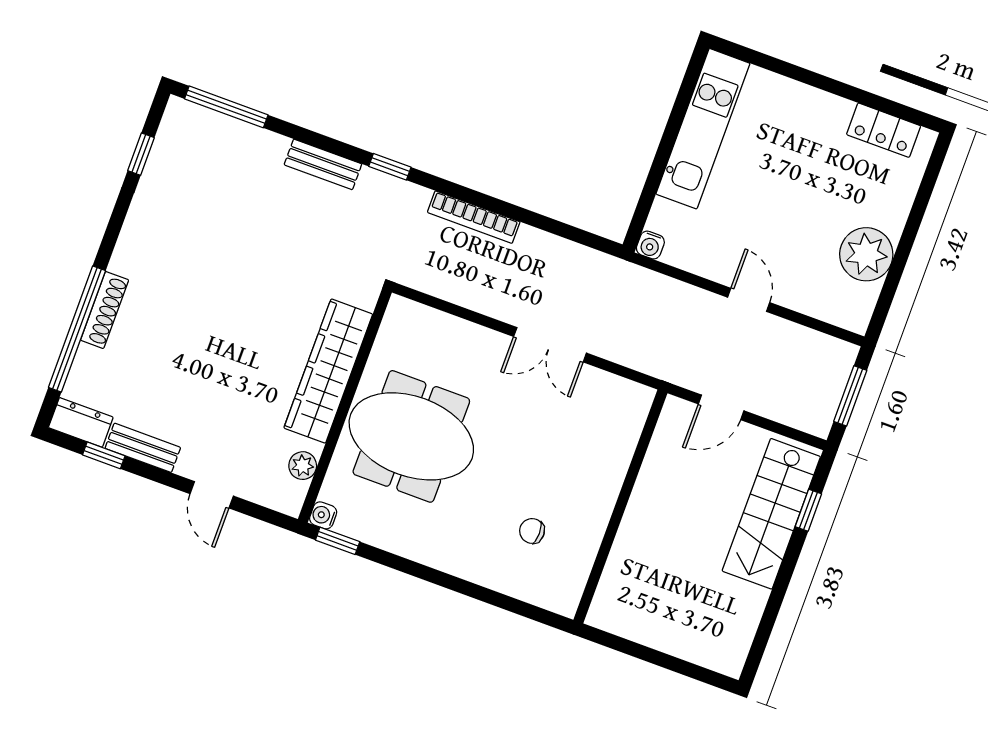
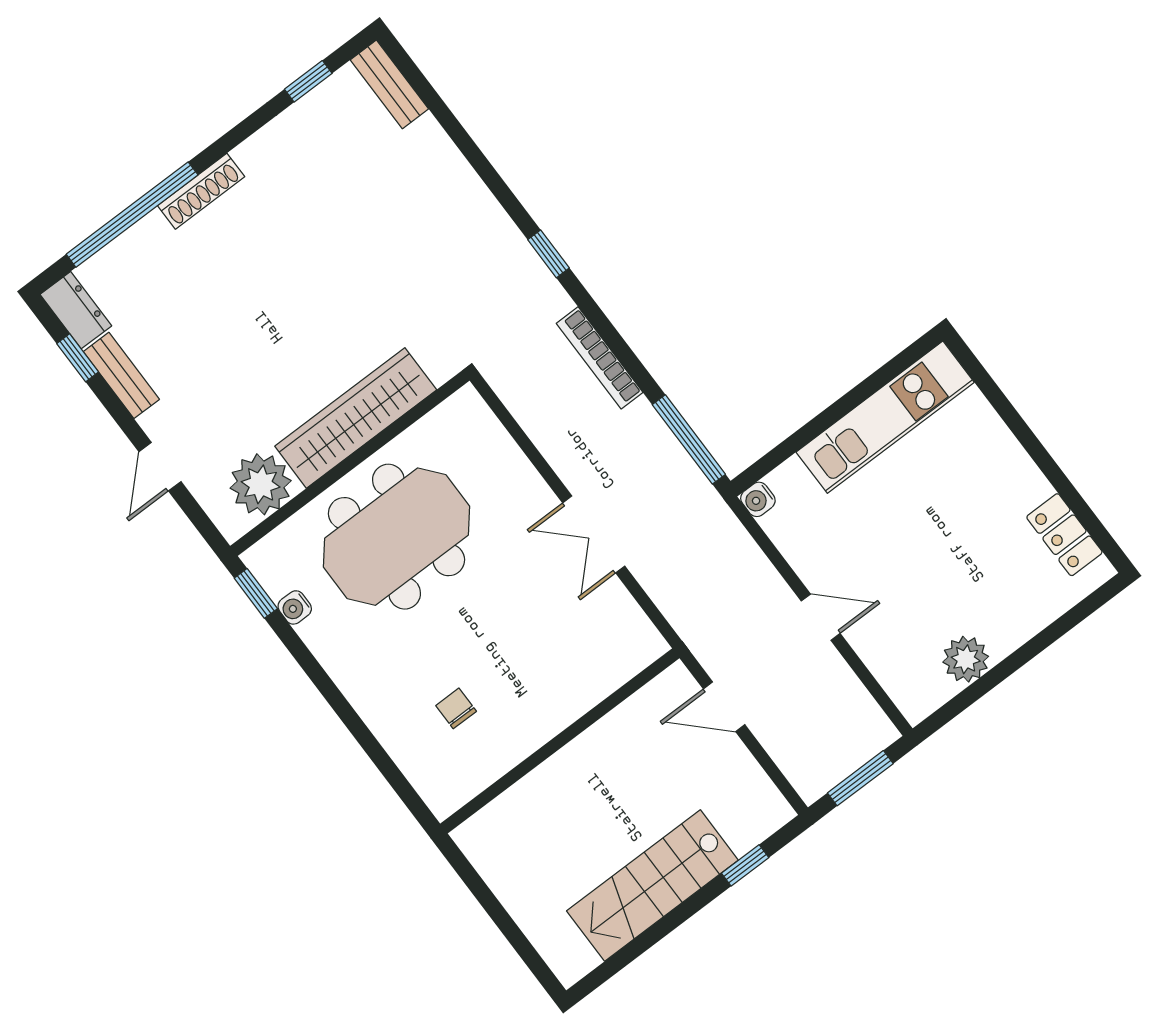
window: (226, 107) -> (689, 439), moved
bench: (323, 164) -> (389, 84), moved
plant: (866, 254) -> (966, 659), width x0.73, depth x0.73
door: (749, 300) -> (821, 617), hinge flipped
shoe rack: (105, 310) -> (201, 191), moved
meeting table: (411, 436) -> (397, 537), turned 90
plant: (303, 466) -> (261, 484), width x1.88, depth x1.88
stairs: (771, 514) -> (652, 885), moved
water cooler: (323, 515) -> (295, 607), moved, turned -90

